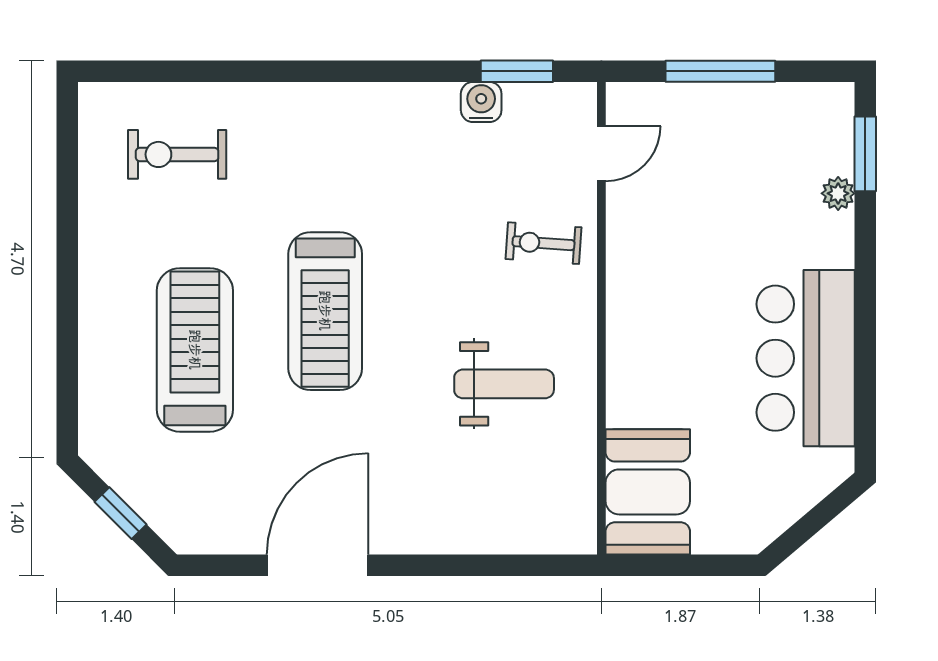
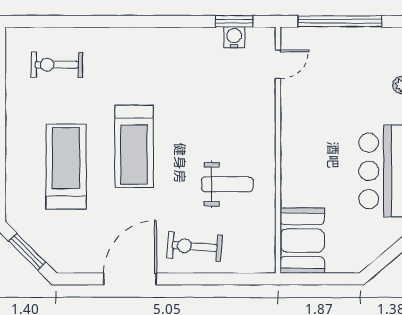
window: (720, 71) -> (340, 21), width x1.46
water cooler: (481, 102) -> (234, 37), moved
exercise bike: (543, 243) -> (195, 246), moved, width x1.38, depth x1.39
window: (120, 513) -> (27, 252), width x1.50

